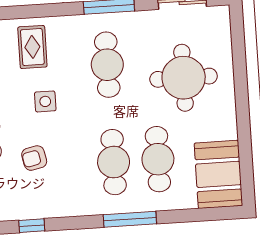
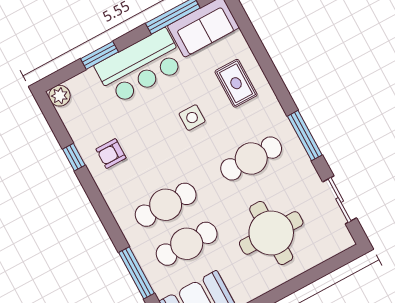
rug: (32, 47) -> (236, 83), turned 90
armchair: (34, 158) -> (111, 154), moved, turned -78
window: (130, 219) -> (136, 273), moved

